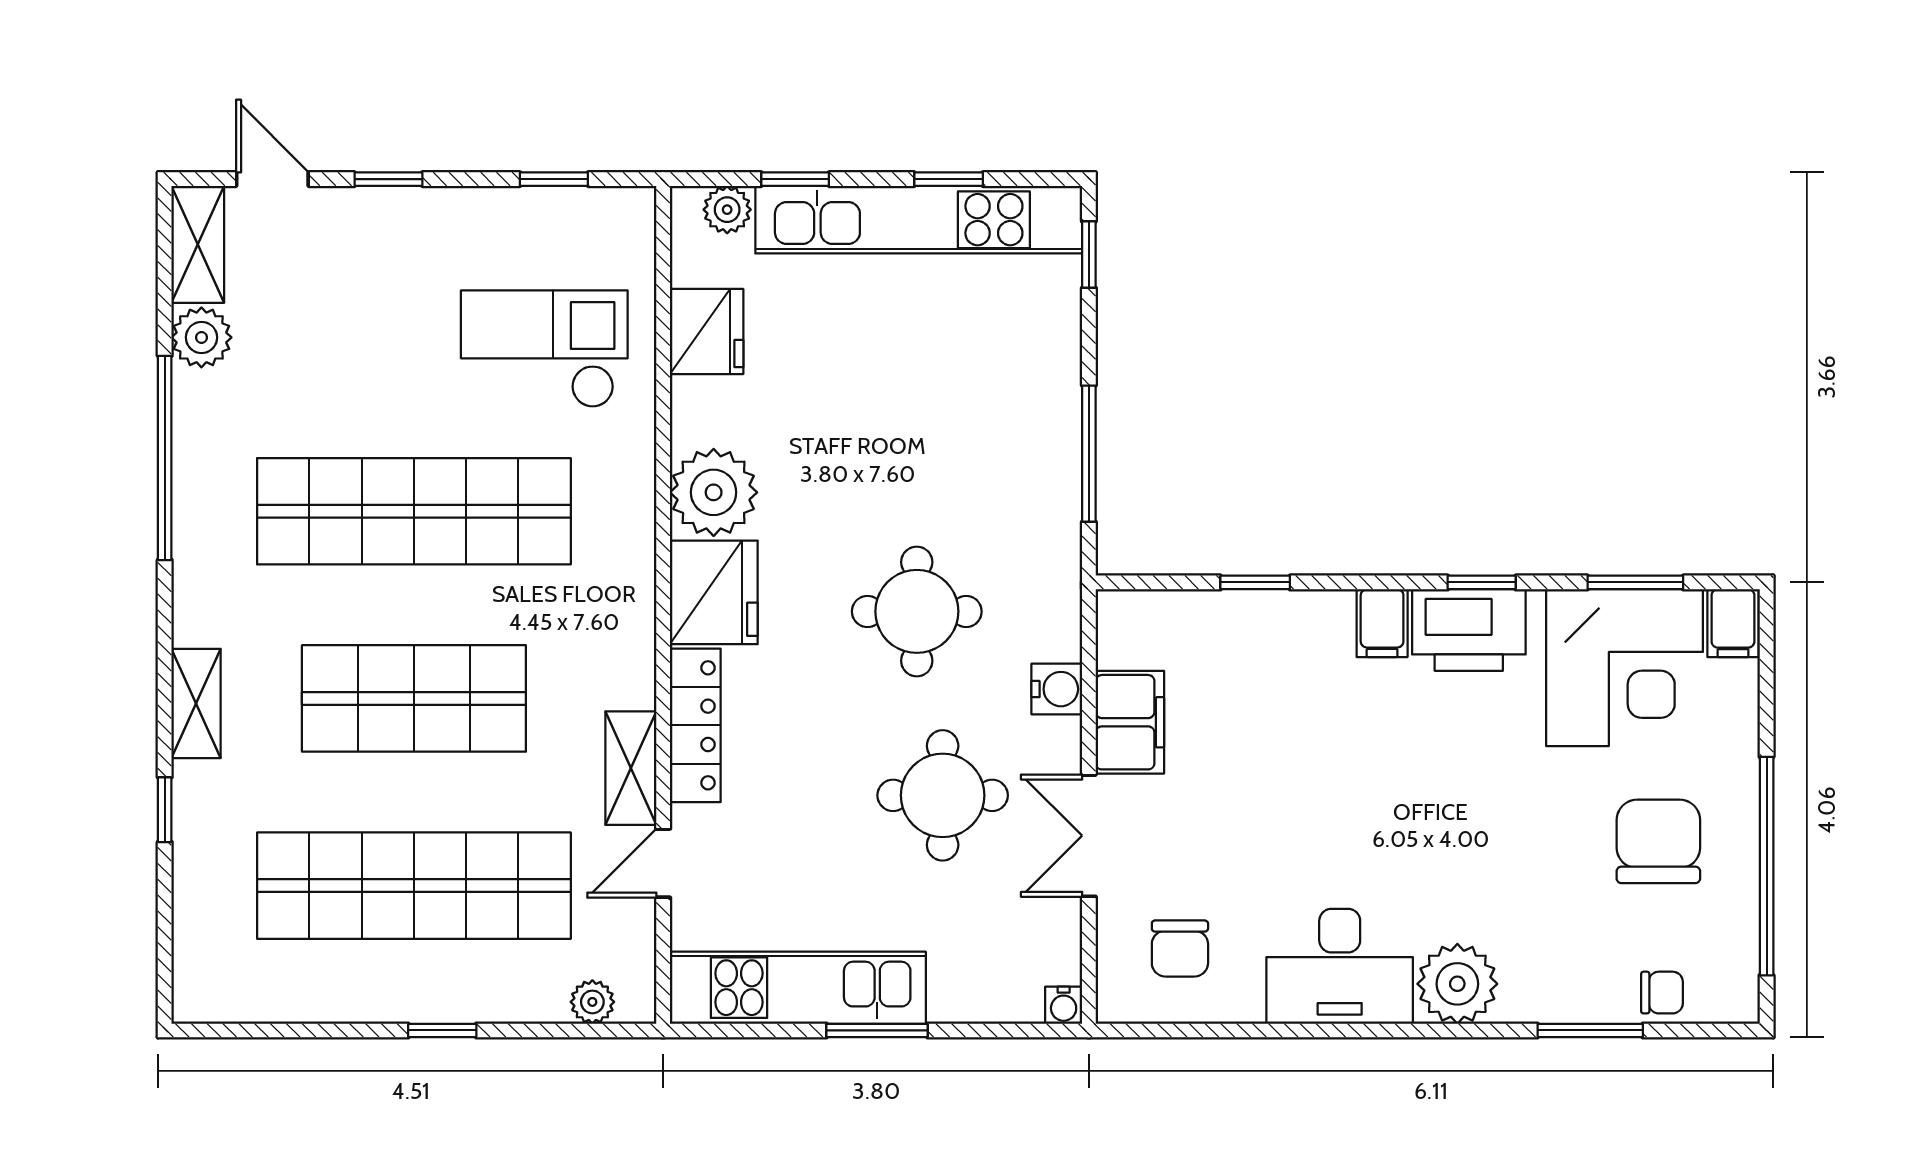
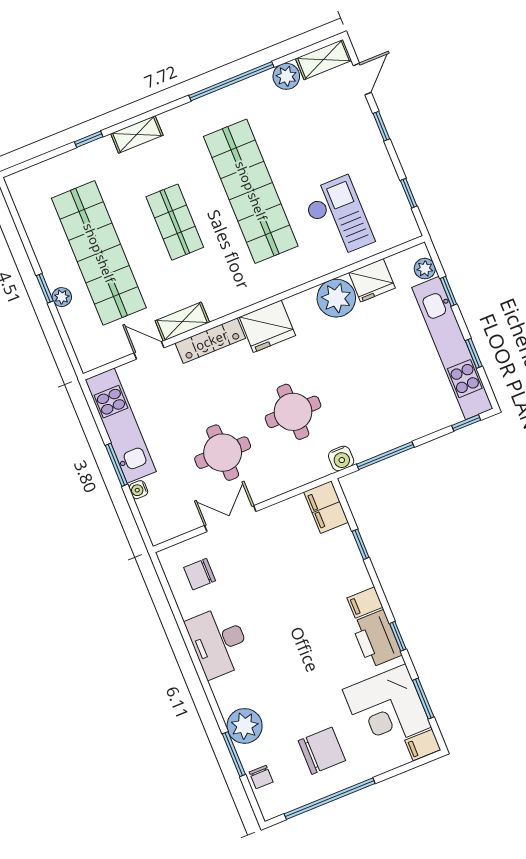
plant: (714, 492) -> (336, 298), moved
water cooler: (1057, 689) -> (341, 458), moved
shop shelf: (414, 698) -> (175, 222), width x0.70, depth x0.74
filing cabinet: (1130, 722) -> (326, 507), moved, turned 90
plant: (1457, 984) -> (245, 726), moved
plant: (592, 1002) -> (62, 297), moved
water cooler: (1064, 1005) -> (138, 490), moved

